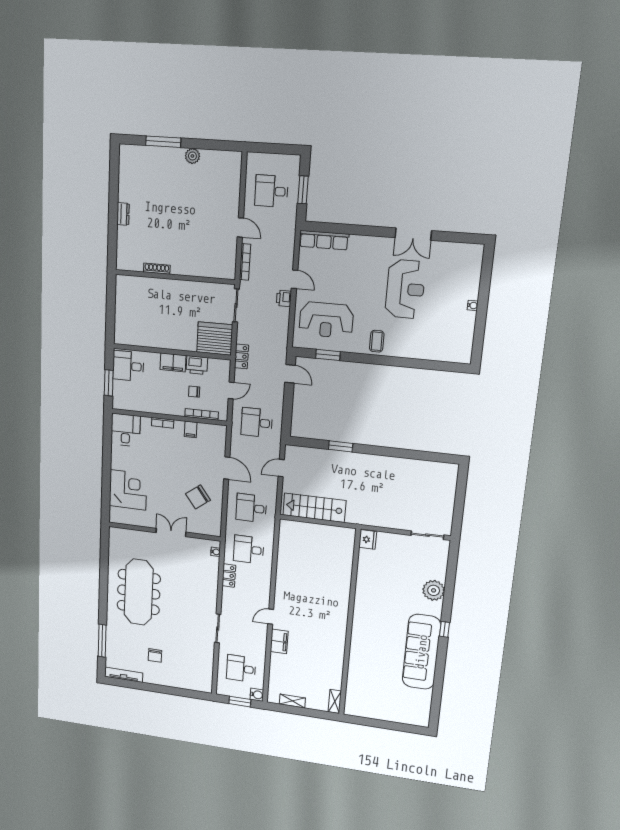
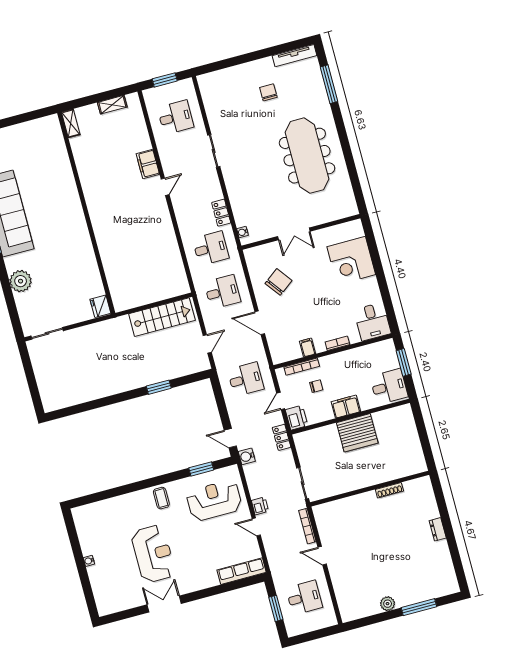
reception desk: (405, 289) -> (153, 554), turned 180
server rack: (215, 338) -> (357, 433), moved
printer: (197, 365) -> (297, 418), moved, turned 90
water cooler: (257, 695) -> (247, 456), moved

